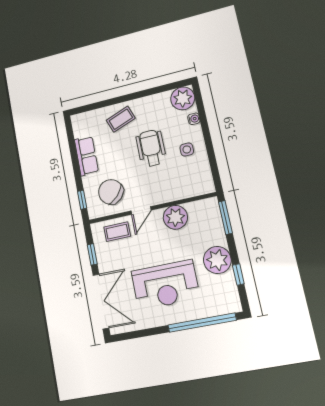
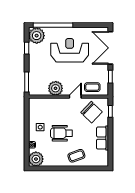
wheelchair: (151, 148) -> (61, 133), turned 90
plant: (217, 260) -> (37, 36), moved

